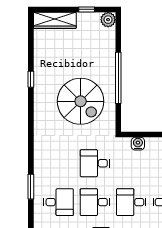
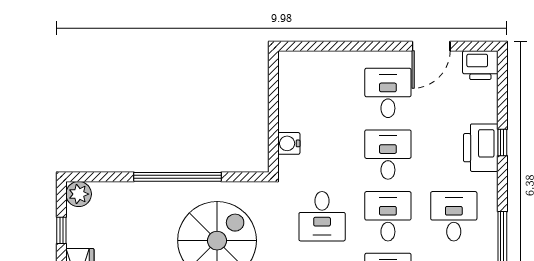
desk: (95, 202) -> (388, 216), turned 180
desk: (131, 202) -> (388, 155), turned 180

